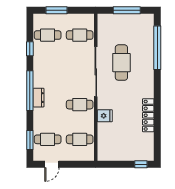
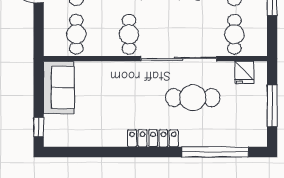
locker: (148, 115) -> (153, 138), moved
fridge: (105, 116) -> (244, 72), moved
sofa: (115, 151) -> (59, 87), added

